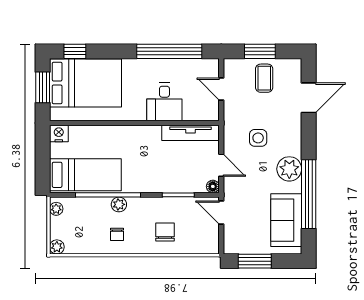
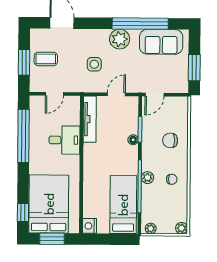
floor lamp: (213, 186) -> (133, 140), moved

